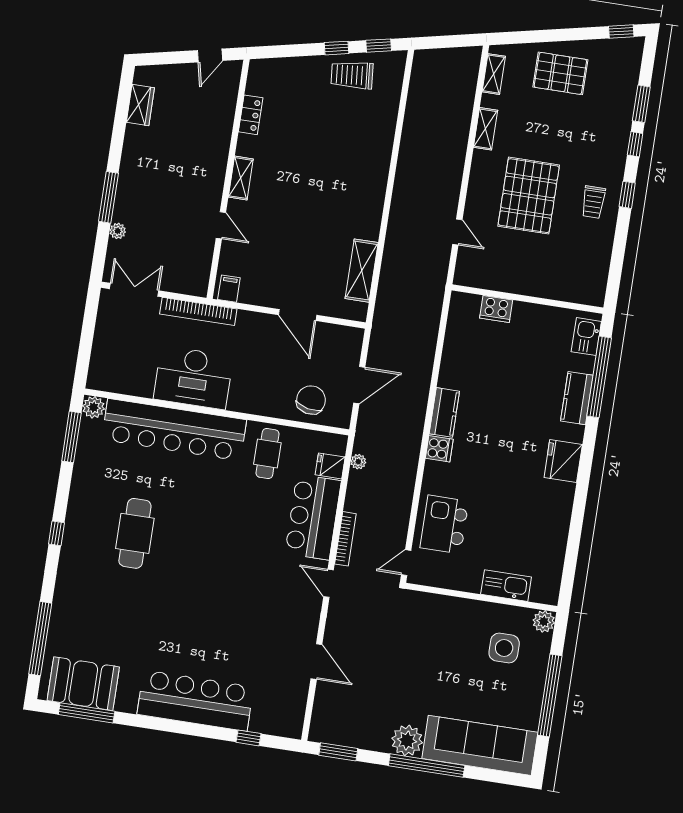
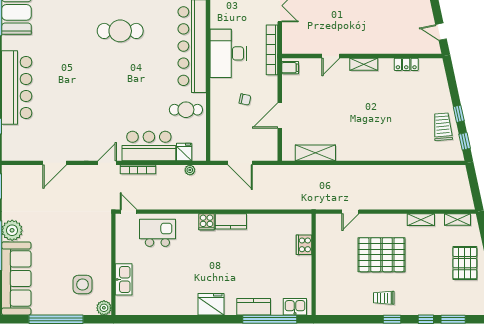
chair: (311, 400) -> (245, 99), moved, width x0.54, depth x0.54

